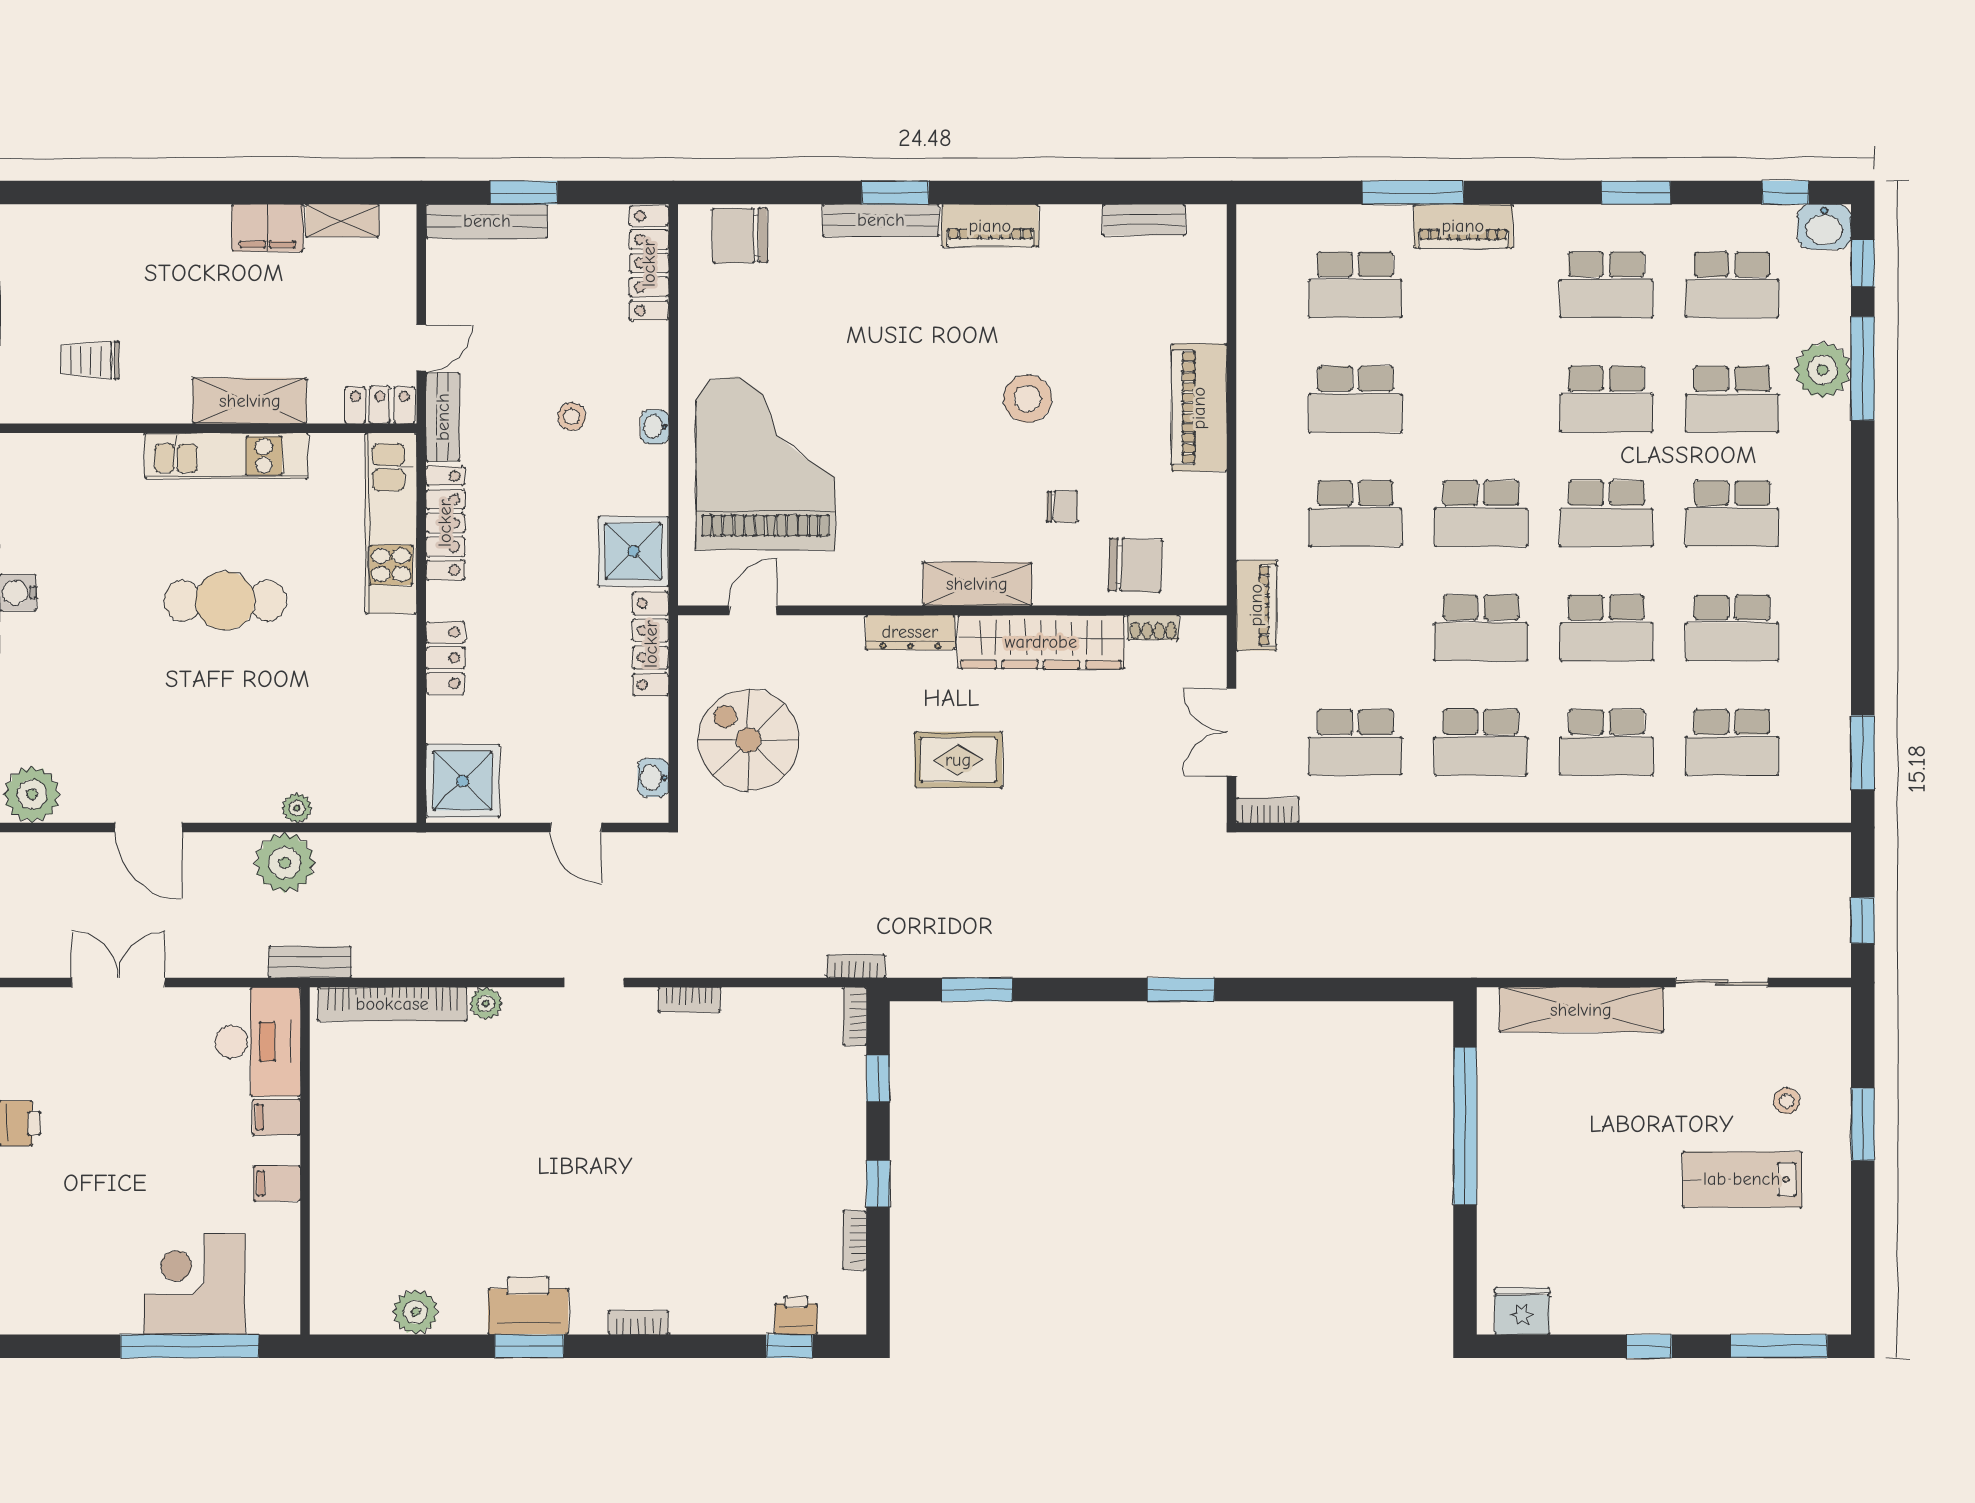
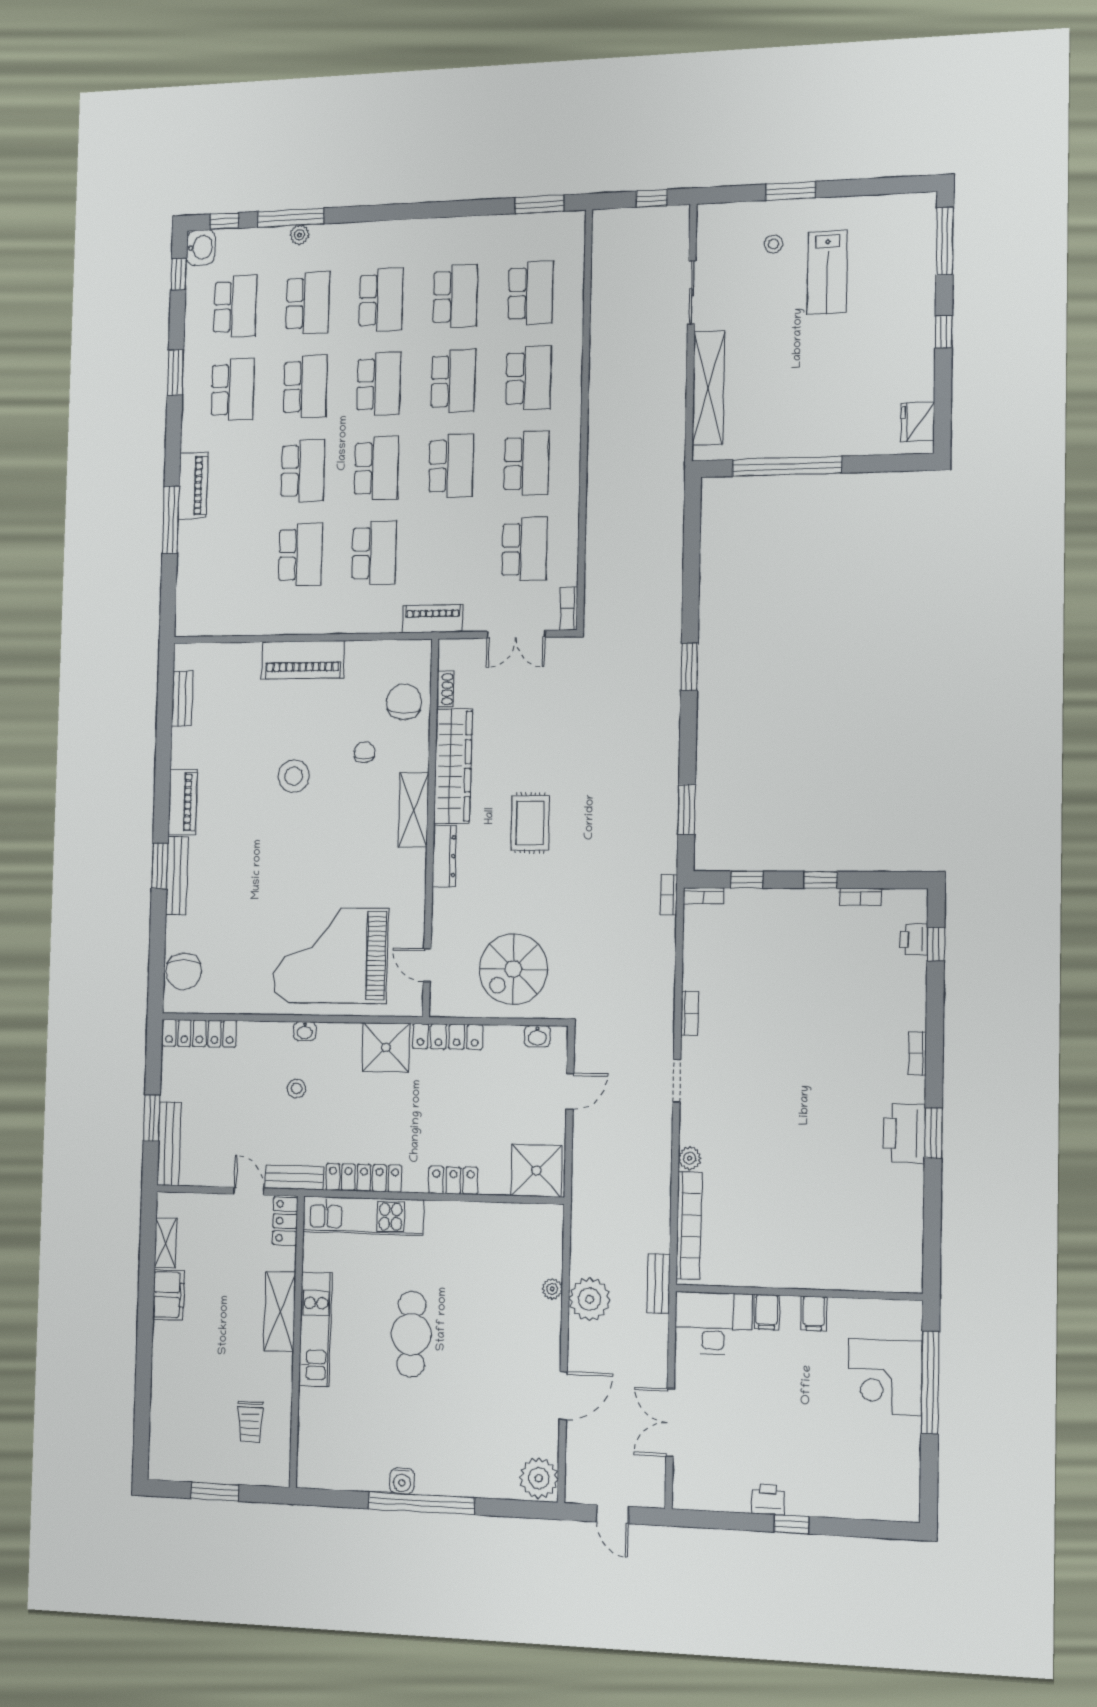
school desk: (1355, 285) -> (303, 470), moved
plant: (1823, 370) -> (300, 235), width x0.53, depth x0.53
plant: (416, 1312) -> (908, 1216), removed

